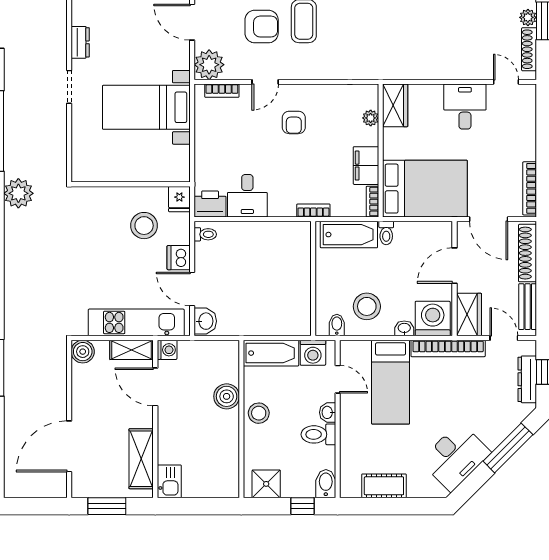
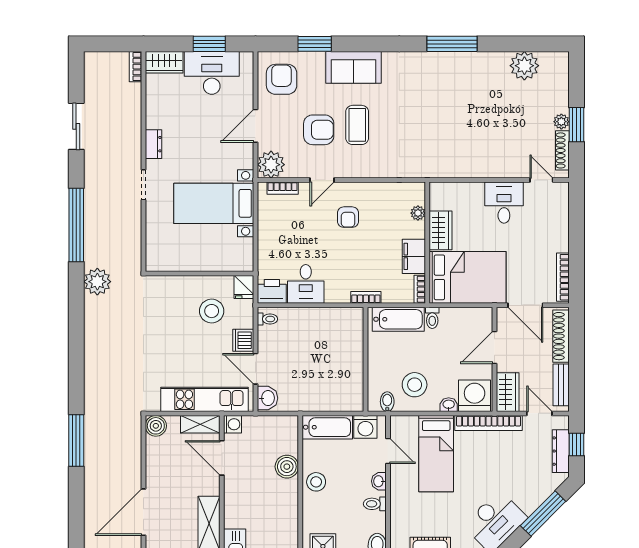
door: (192, 22) -> (255, 126), hinge flipped
wardrobe: (395, 105) -> (440, 230), moved
toilet: (318, 434) -> (375, 504), width x0.73, depth x0.72

